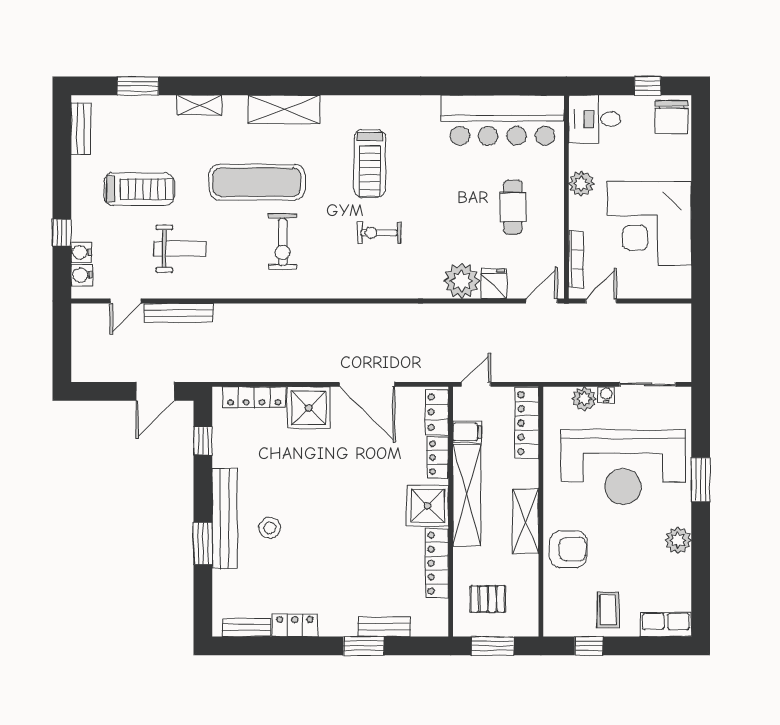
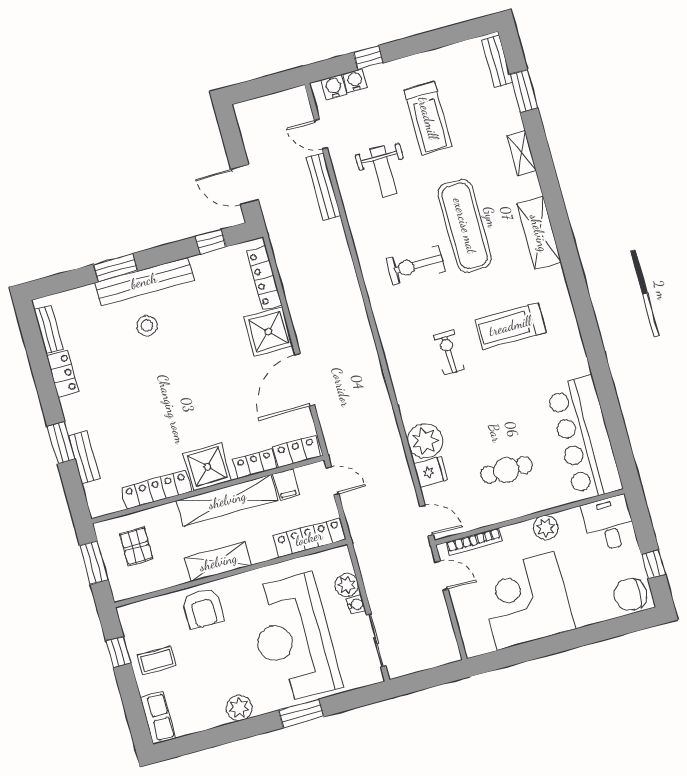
bench: (81, 129) -> (497, 61), moved, turned 90

